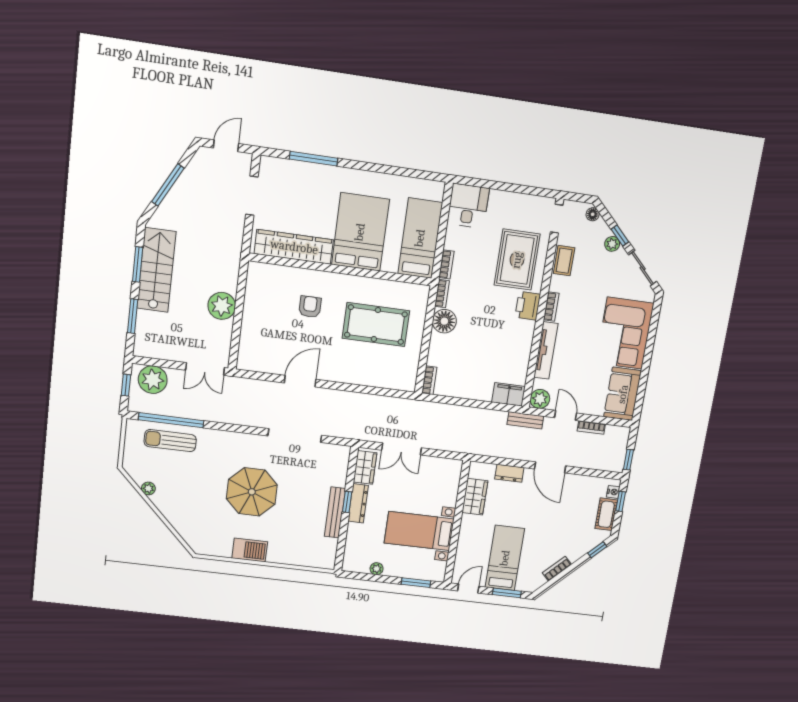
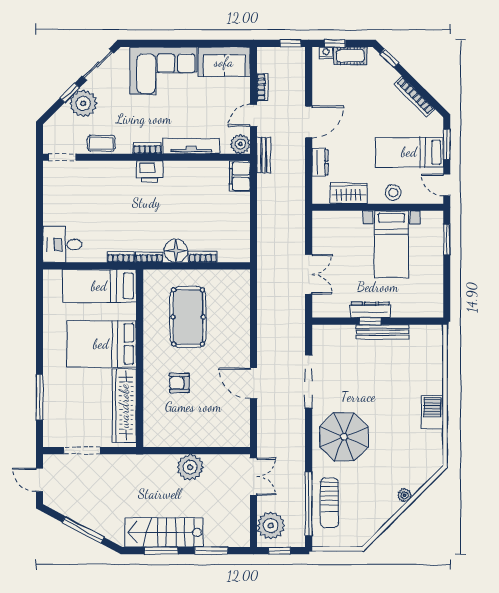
floor lamp: (593, 214) -> (53, 123), removed
plant: (612, 244) -> (83, 103), width x1.88, depth x1.88
rug: (517, 260) -> (107, 189), removed
bookcase: (429, 380) -> (203, 257), moved
wardrobe: (365, 467) -> (332, 308), removed
plant: (148, 488) -> (405, 495), moved
parasol: (252, 492) -> (344, 437), moved
stool: (469, 538) -> (393, 193), added
plant: (377, 569) -> (437, 282), removed
bookcase: (557, 569) -> (414, 97), width x1.56

